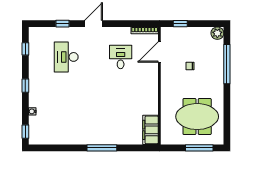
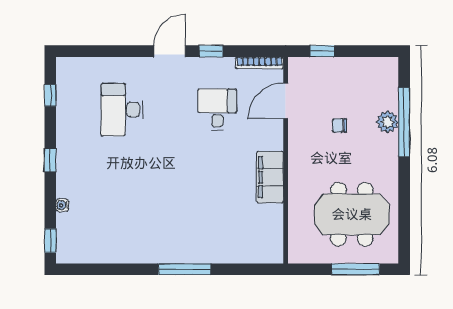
window: (63, 24) -> (211, 51), moved
plant: (217, 33) -> (387, 122), moved
filing cabinet: (151, 130) -> (270, 177), moved

